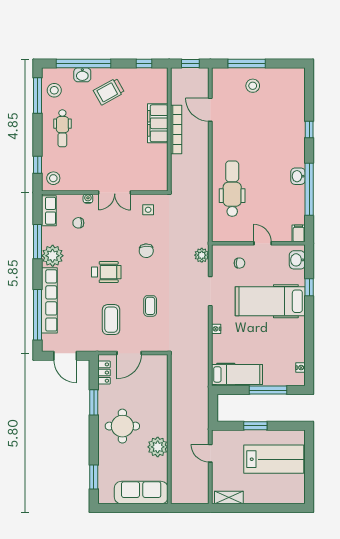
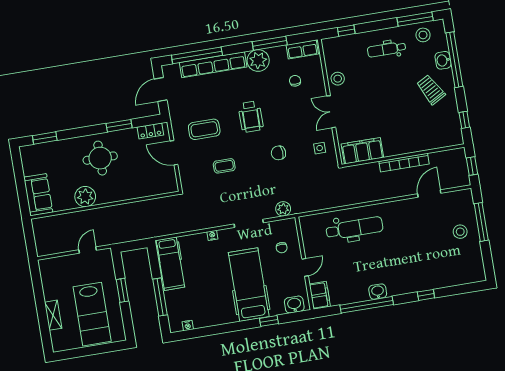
filing cabinet: (158, 123) -> (362, 151), moved
stool: (53, 178) -> (338, 79), moved
water cooler: (88, 199) -> (321, 86), removed
filing cabinet: (299, 233) -> (320, 295), width x2.00
sofa: (141, 493) -> (38, 195), width x0.73
shelving: (229, 497) -> (53, 315), moved

